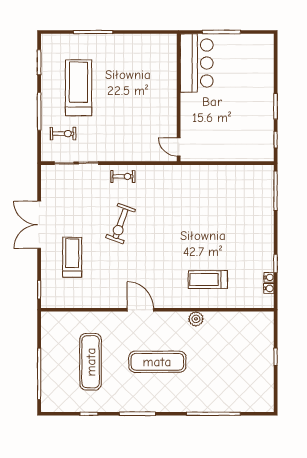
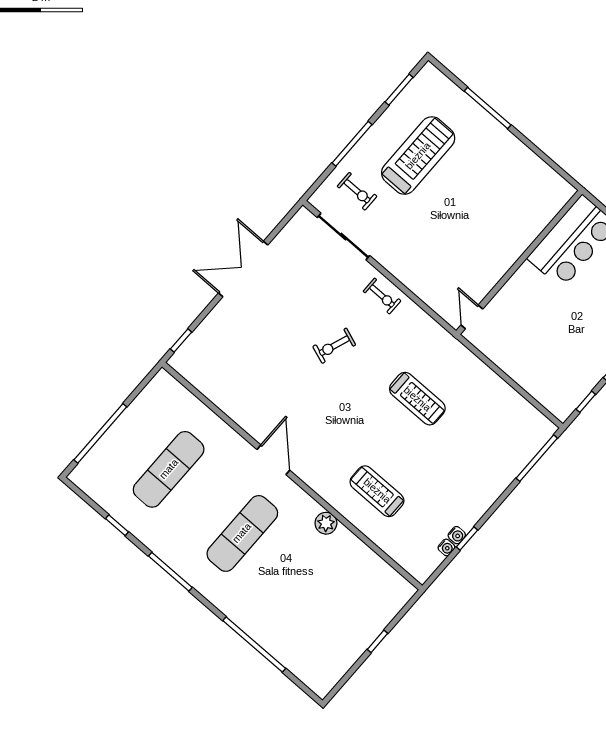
exercise bike: (121, 224) -> (334, 346), width x0.73, depth x0.72
treadmill: (72, 257) -> (417, 399), moved, turned 90
water cooler: (269, 288) -> (457, 535), moved
exercise mat: (157, 362) -> (242, 533), turned 90

